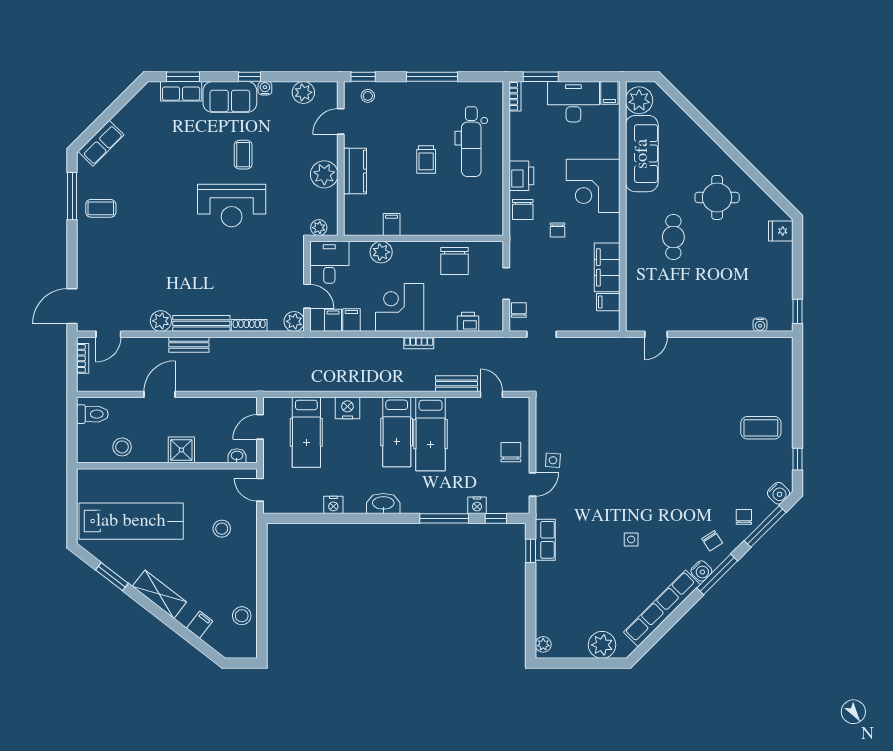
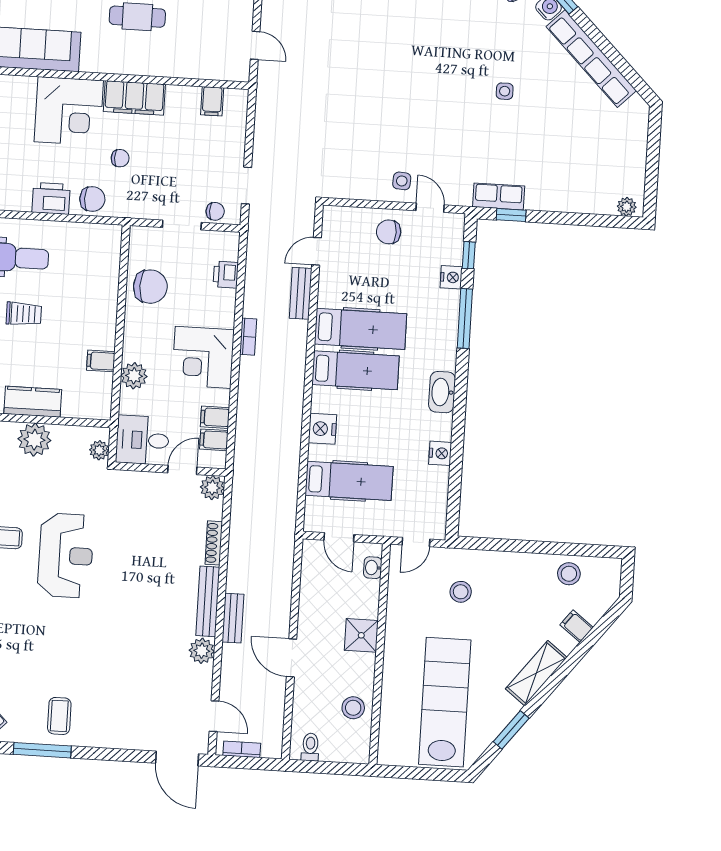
filing cabinet: (607, 267) -> (134, 98), moved
chair: (519, 310) -> (215, 211), turned 180
toilet: (92, 414) -> (310, 747), width x0.73, depth x0.72
plant: (602, 645) -> (632, 135), removed

